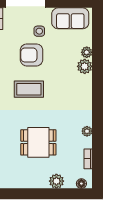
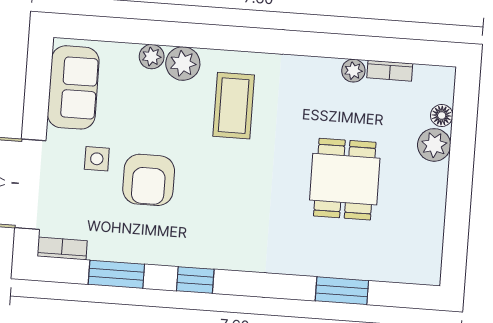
coffee table: (29, 89) -> (234, 106), moved
plant: (87, 131) -> (353, 71), moved
floor lamp: (81, 184) -> (442, 115), moved

